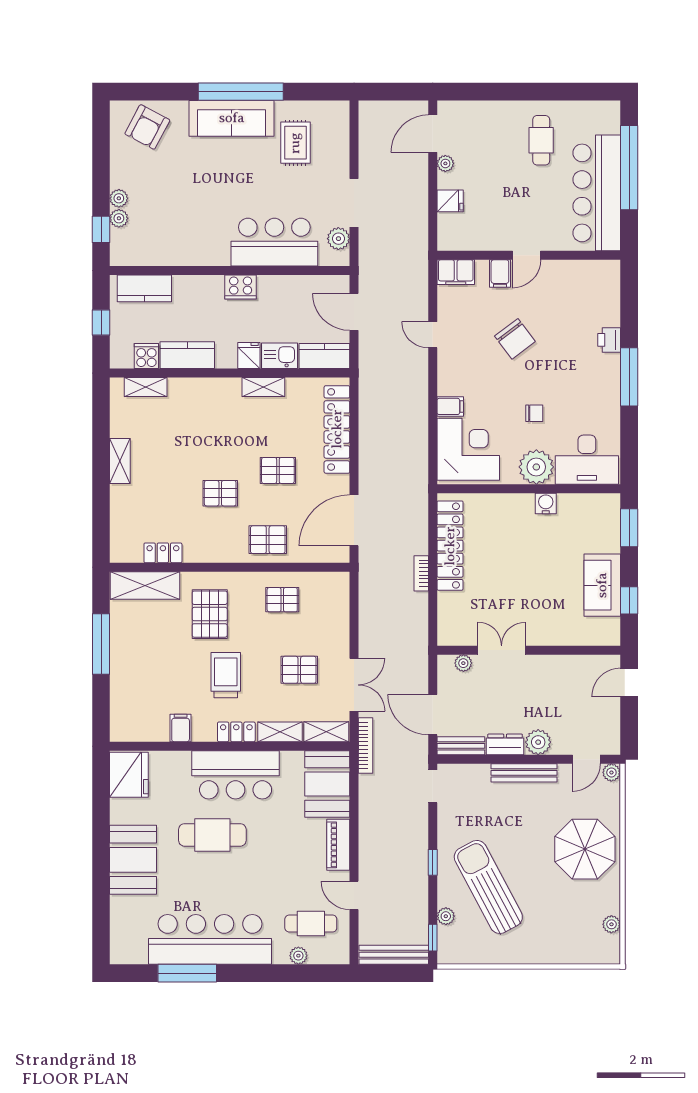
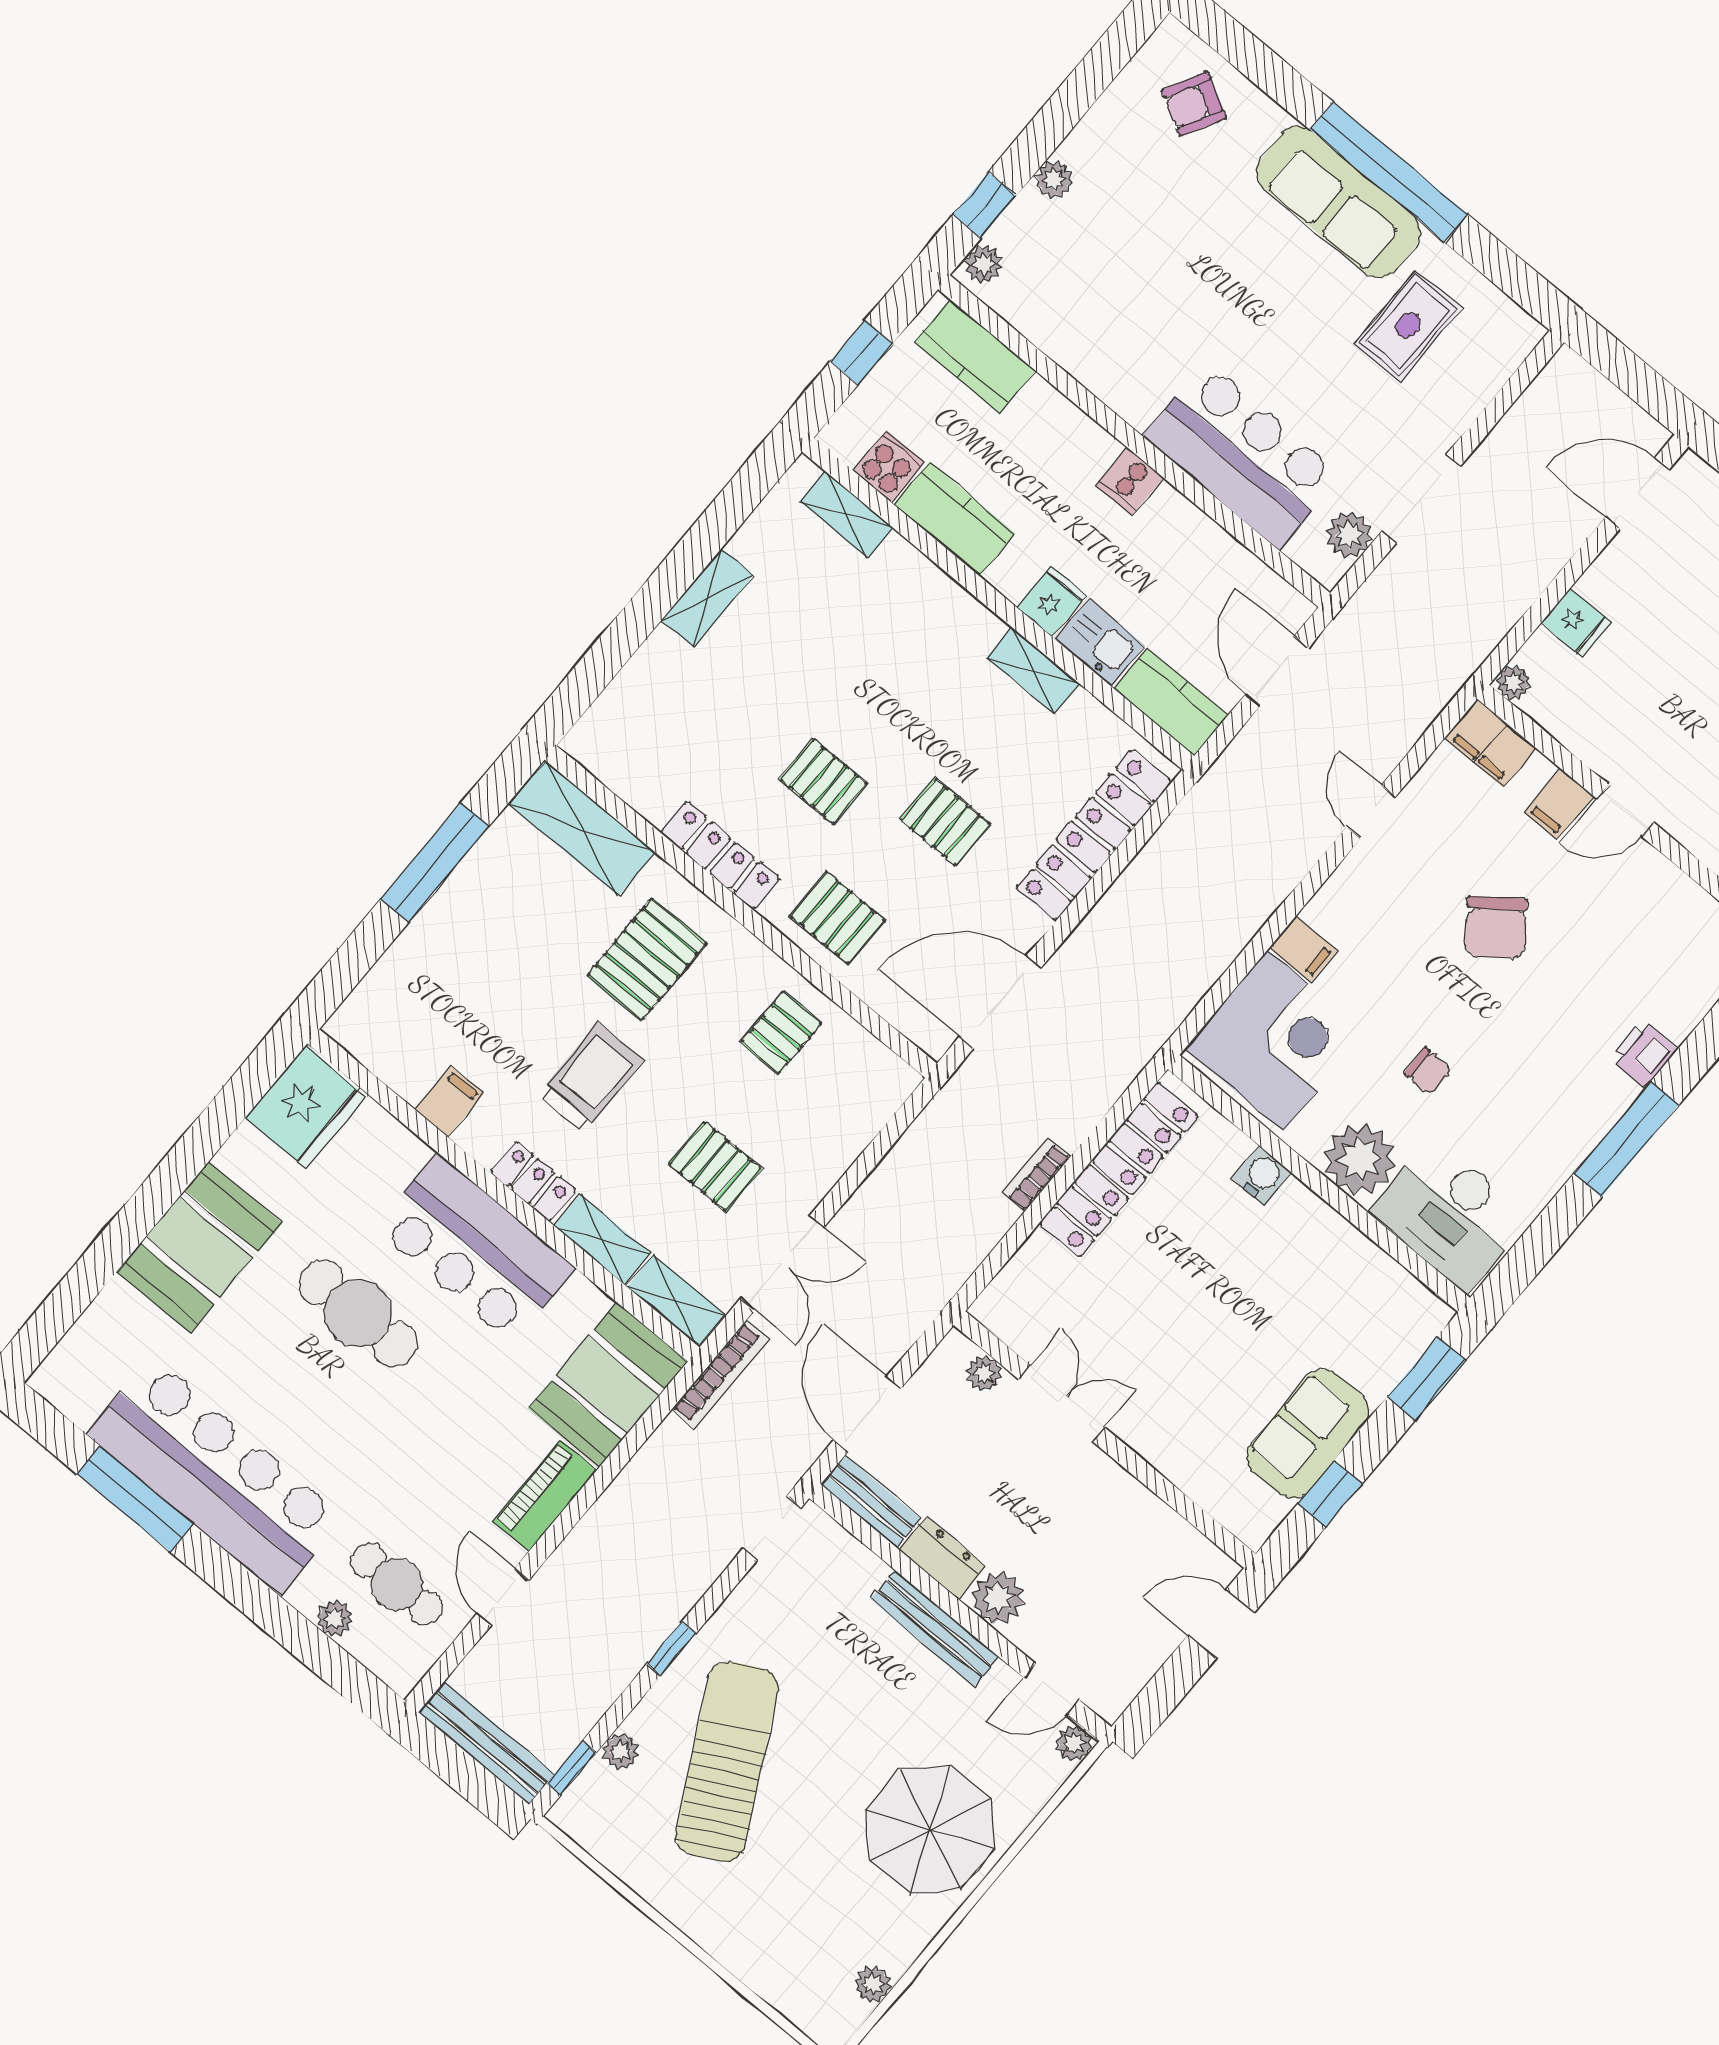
armchair: (147, 127) -> (1194, 104), width x0.72, depth x0.72
plant: (445, 163) -> (1513, 683), moved
plant: (119, 218) -> (983, 264), moved
cooker: (241, 287) -> (1130, 482), width x0.73
water cooler: (546, 503) -> (1262, 1176), moved
locker: (163, 553) -> (720, 855), moved, width x1.53
pallet: (282, 600) -> (781, 1033), turned 90

